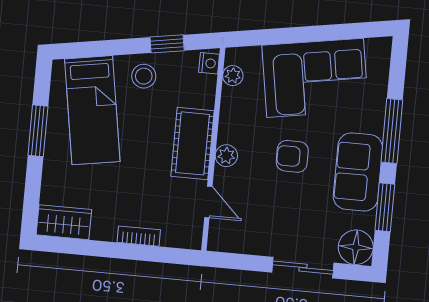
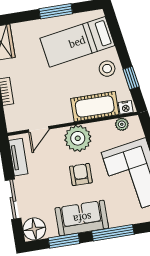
cot: (193, 143) -> (95, 106), moved
plant: (226, 156) -> (78, 138), width x1.88, depth x1.88
tv unit: (242, 243) -> (18, 157), added

